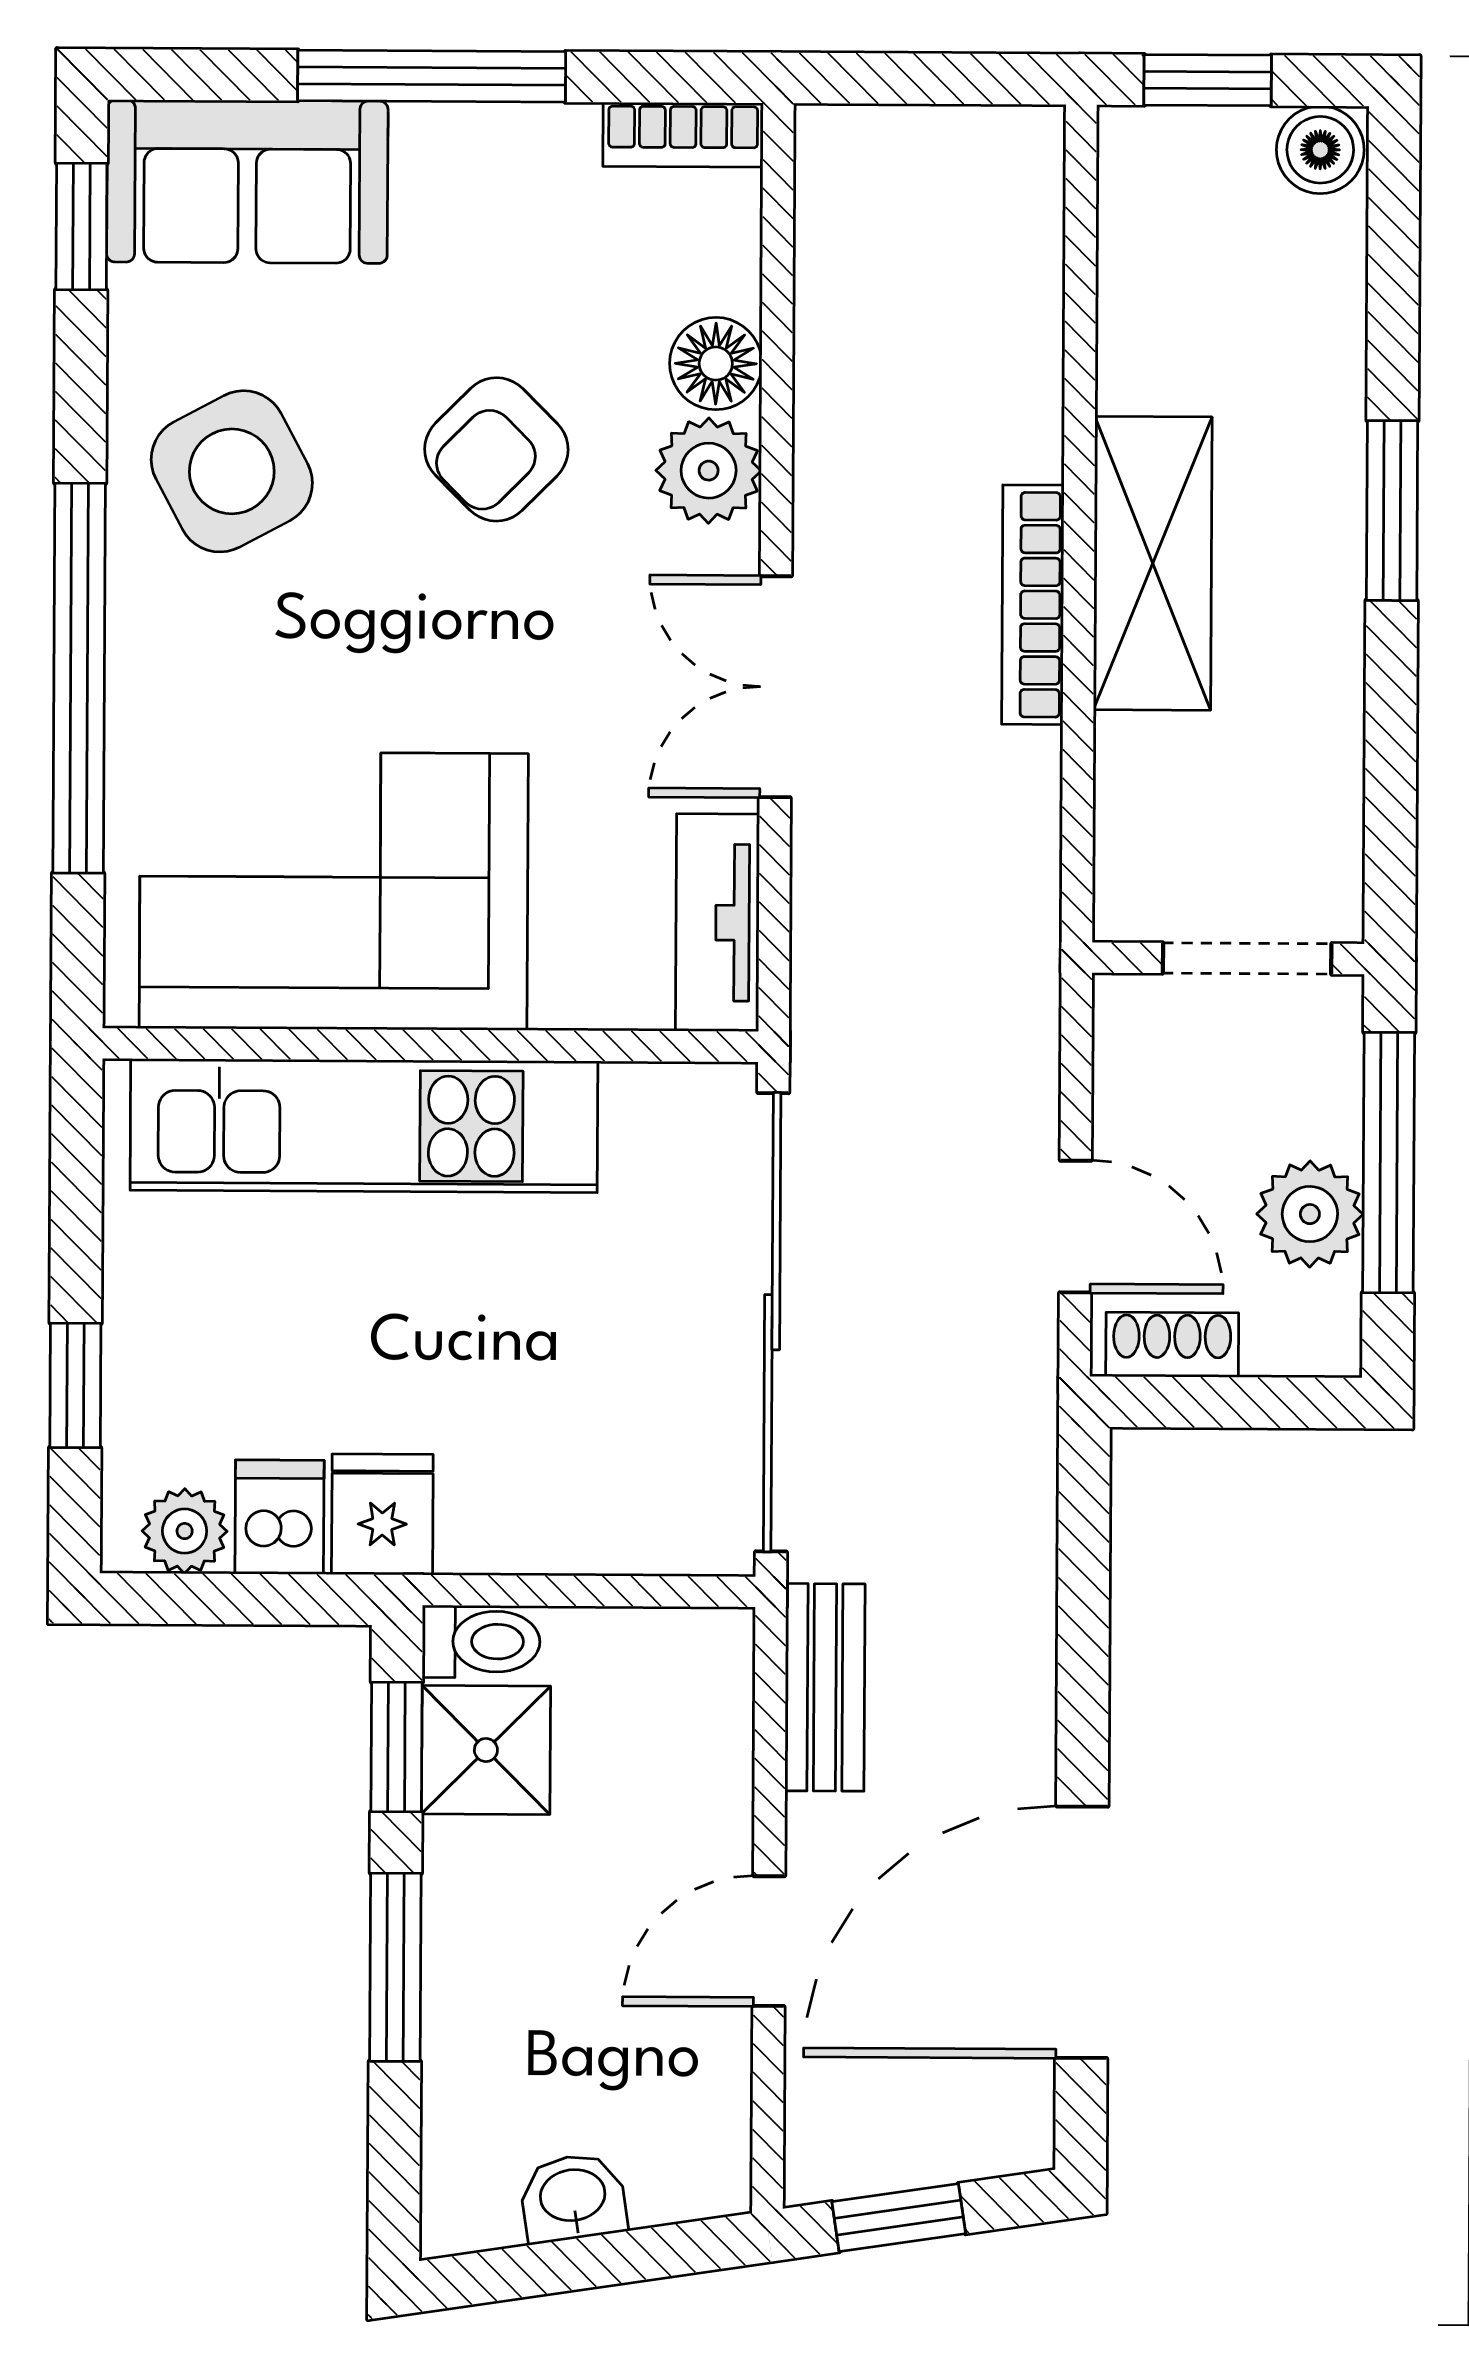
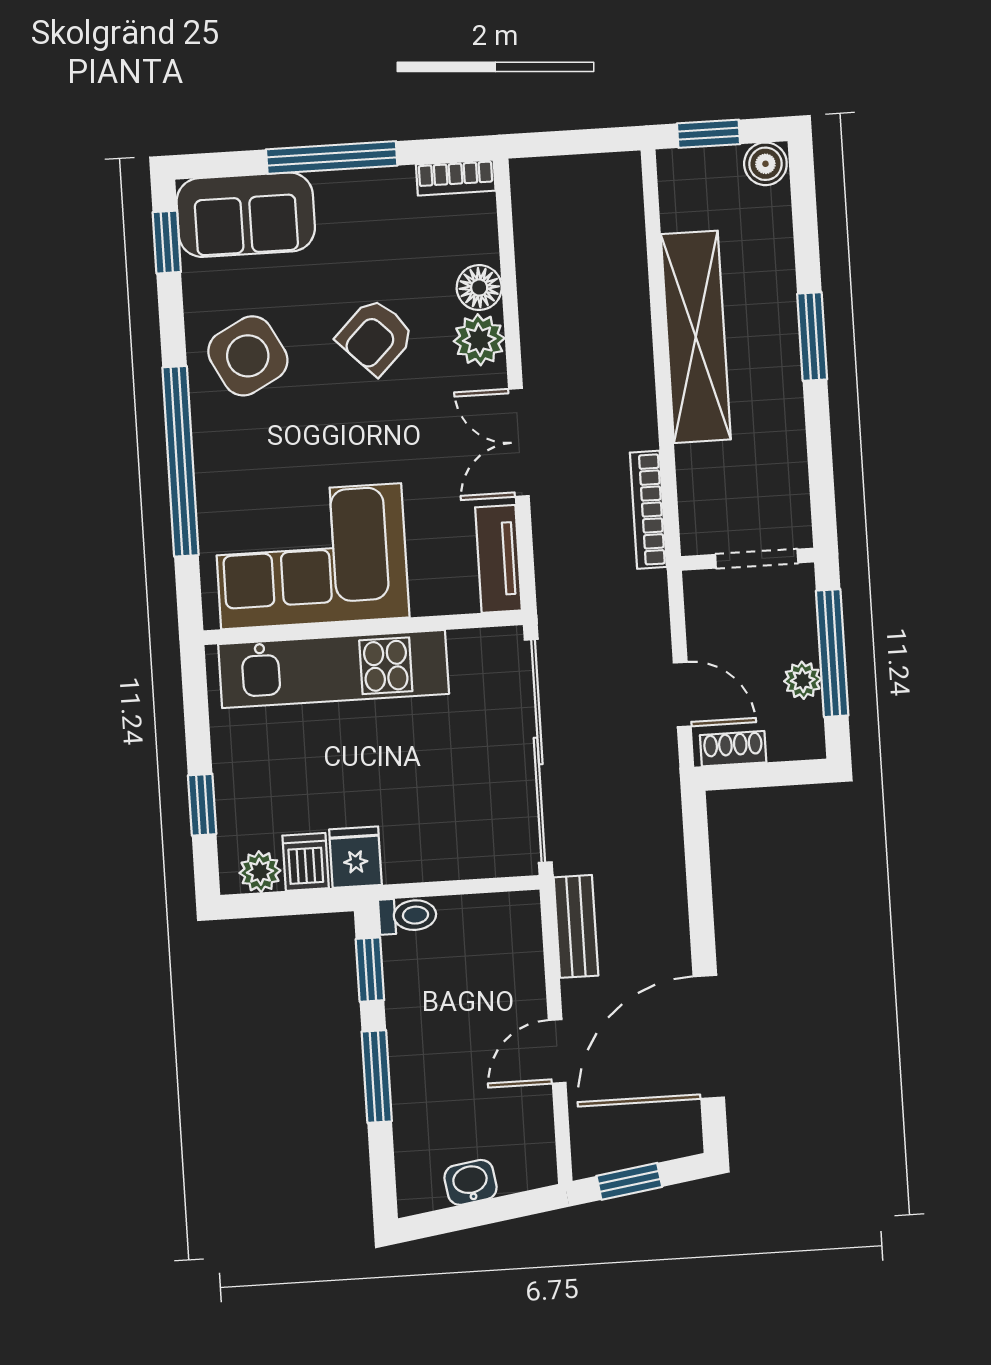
shelving: (1153, 563) -> (696, 337), width x1.47
bookcase: (1033, 605) -> (648, 510), moved
plant: (1310, 1214) -> (803, 680), width x0.73, depth x0.73
shower: (486, 1750) -> (413, 968), removed

